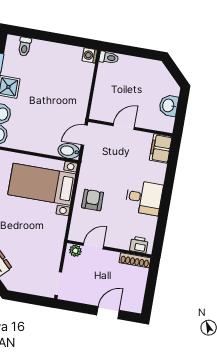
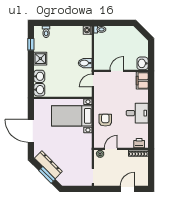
washbasin: (169, 106) -> (143, 63), moved
bidet: (69, 151) -> (85, 63), moved

